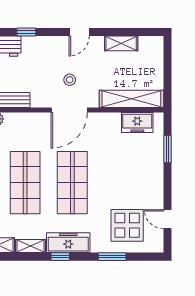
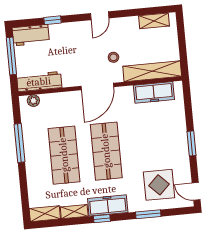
shelving: (121, 43) -> (154, 21), moved
stool: (70, 80) -> (113, 57), moved
freezer: (137, 123) -> (154, 92), width x1.40
window: (167, 149) -> (192, 143), moved
door: (167, 219) -> (196, 191), moved

